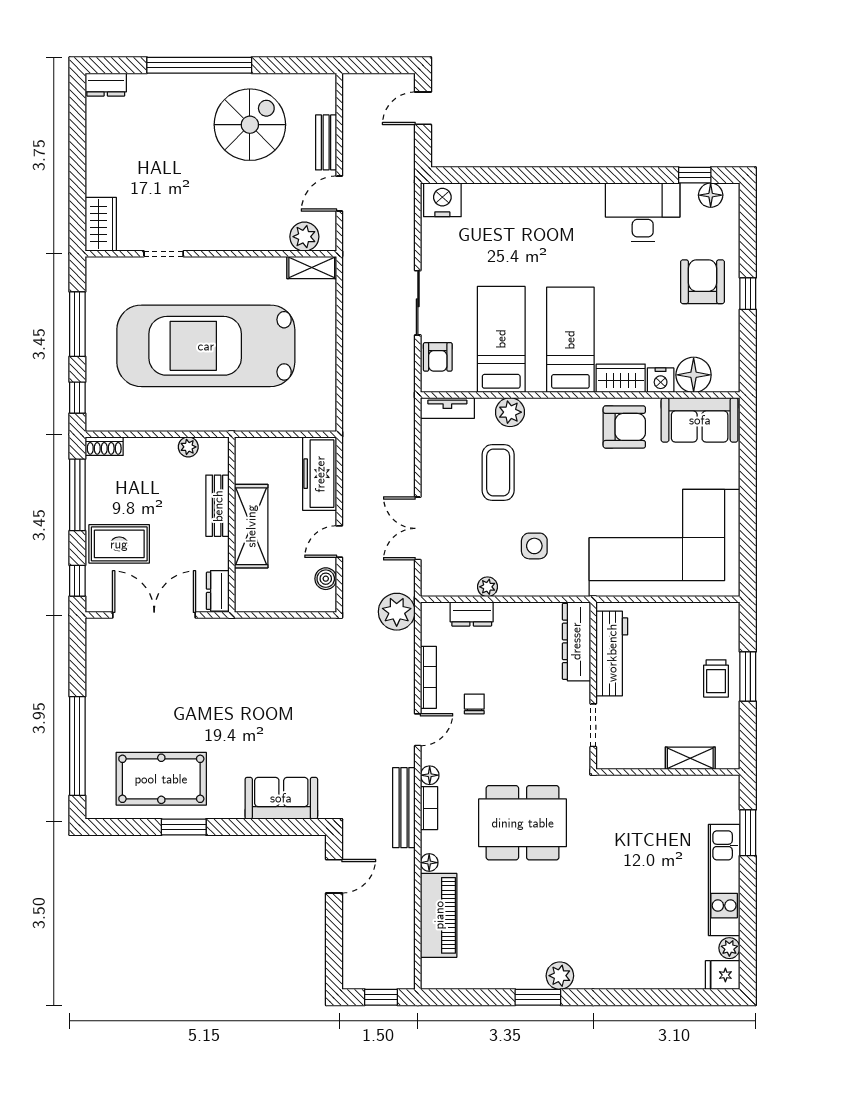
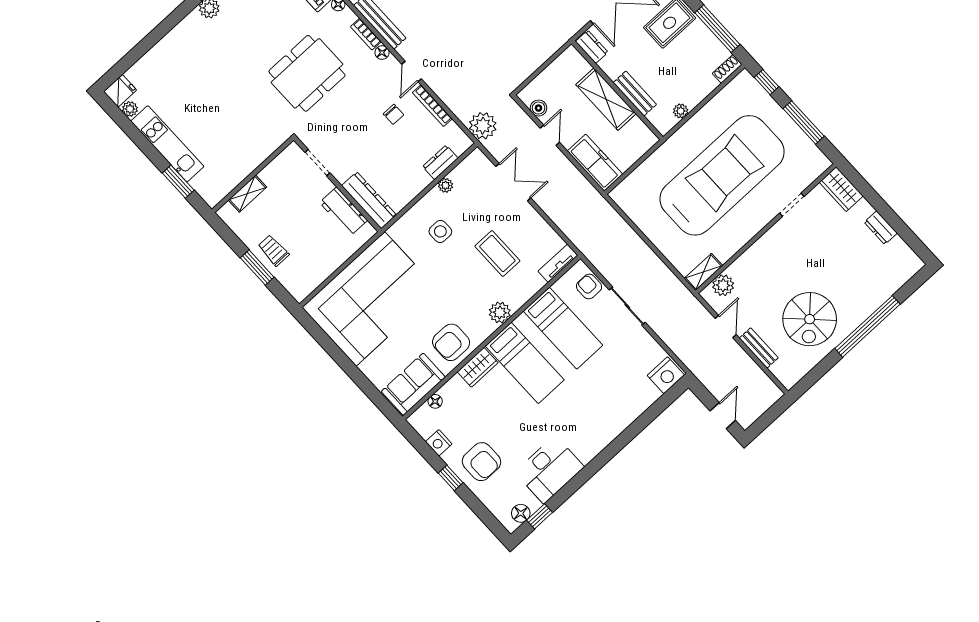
dresser: (106, 85) -> (881, 228), moved, turned -90
floor lamp: (694, 375) -> (435, 401), width x0.53, depth x0.53
nightstand: (661, 380) -> (439, 443), moved, turned -90
plant: (510, 412) -> (500, 313), moved
workbench: (612, 653) -> (344, 211), width x0.73

